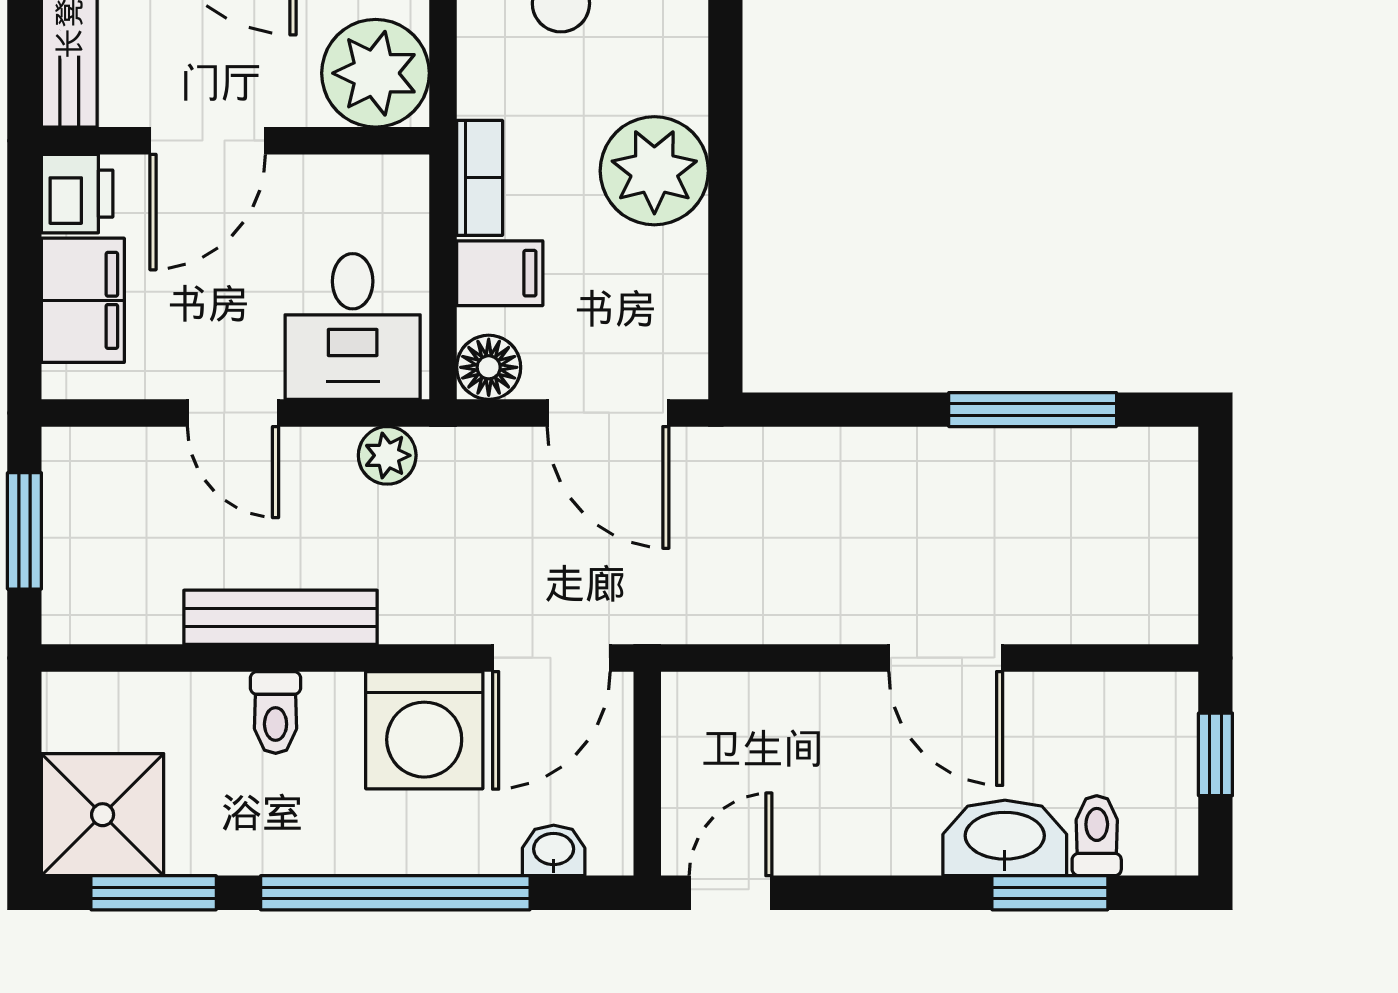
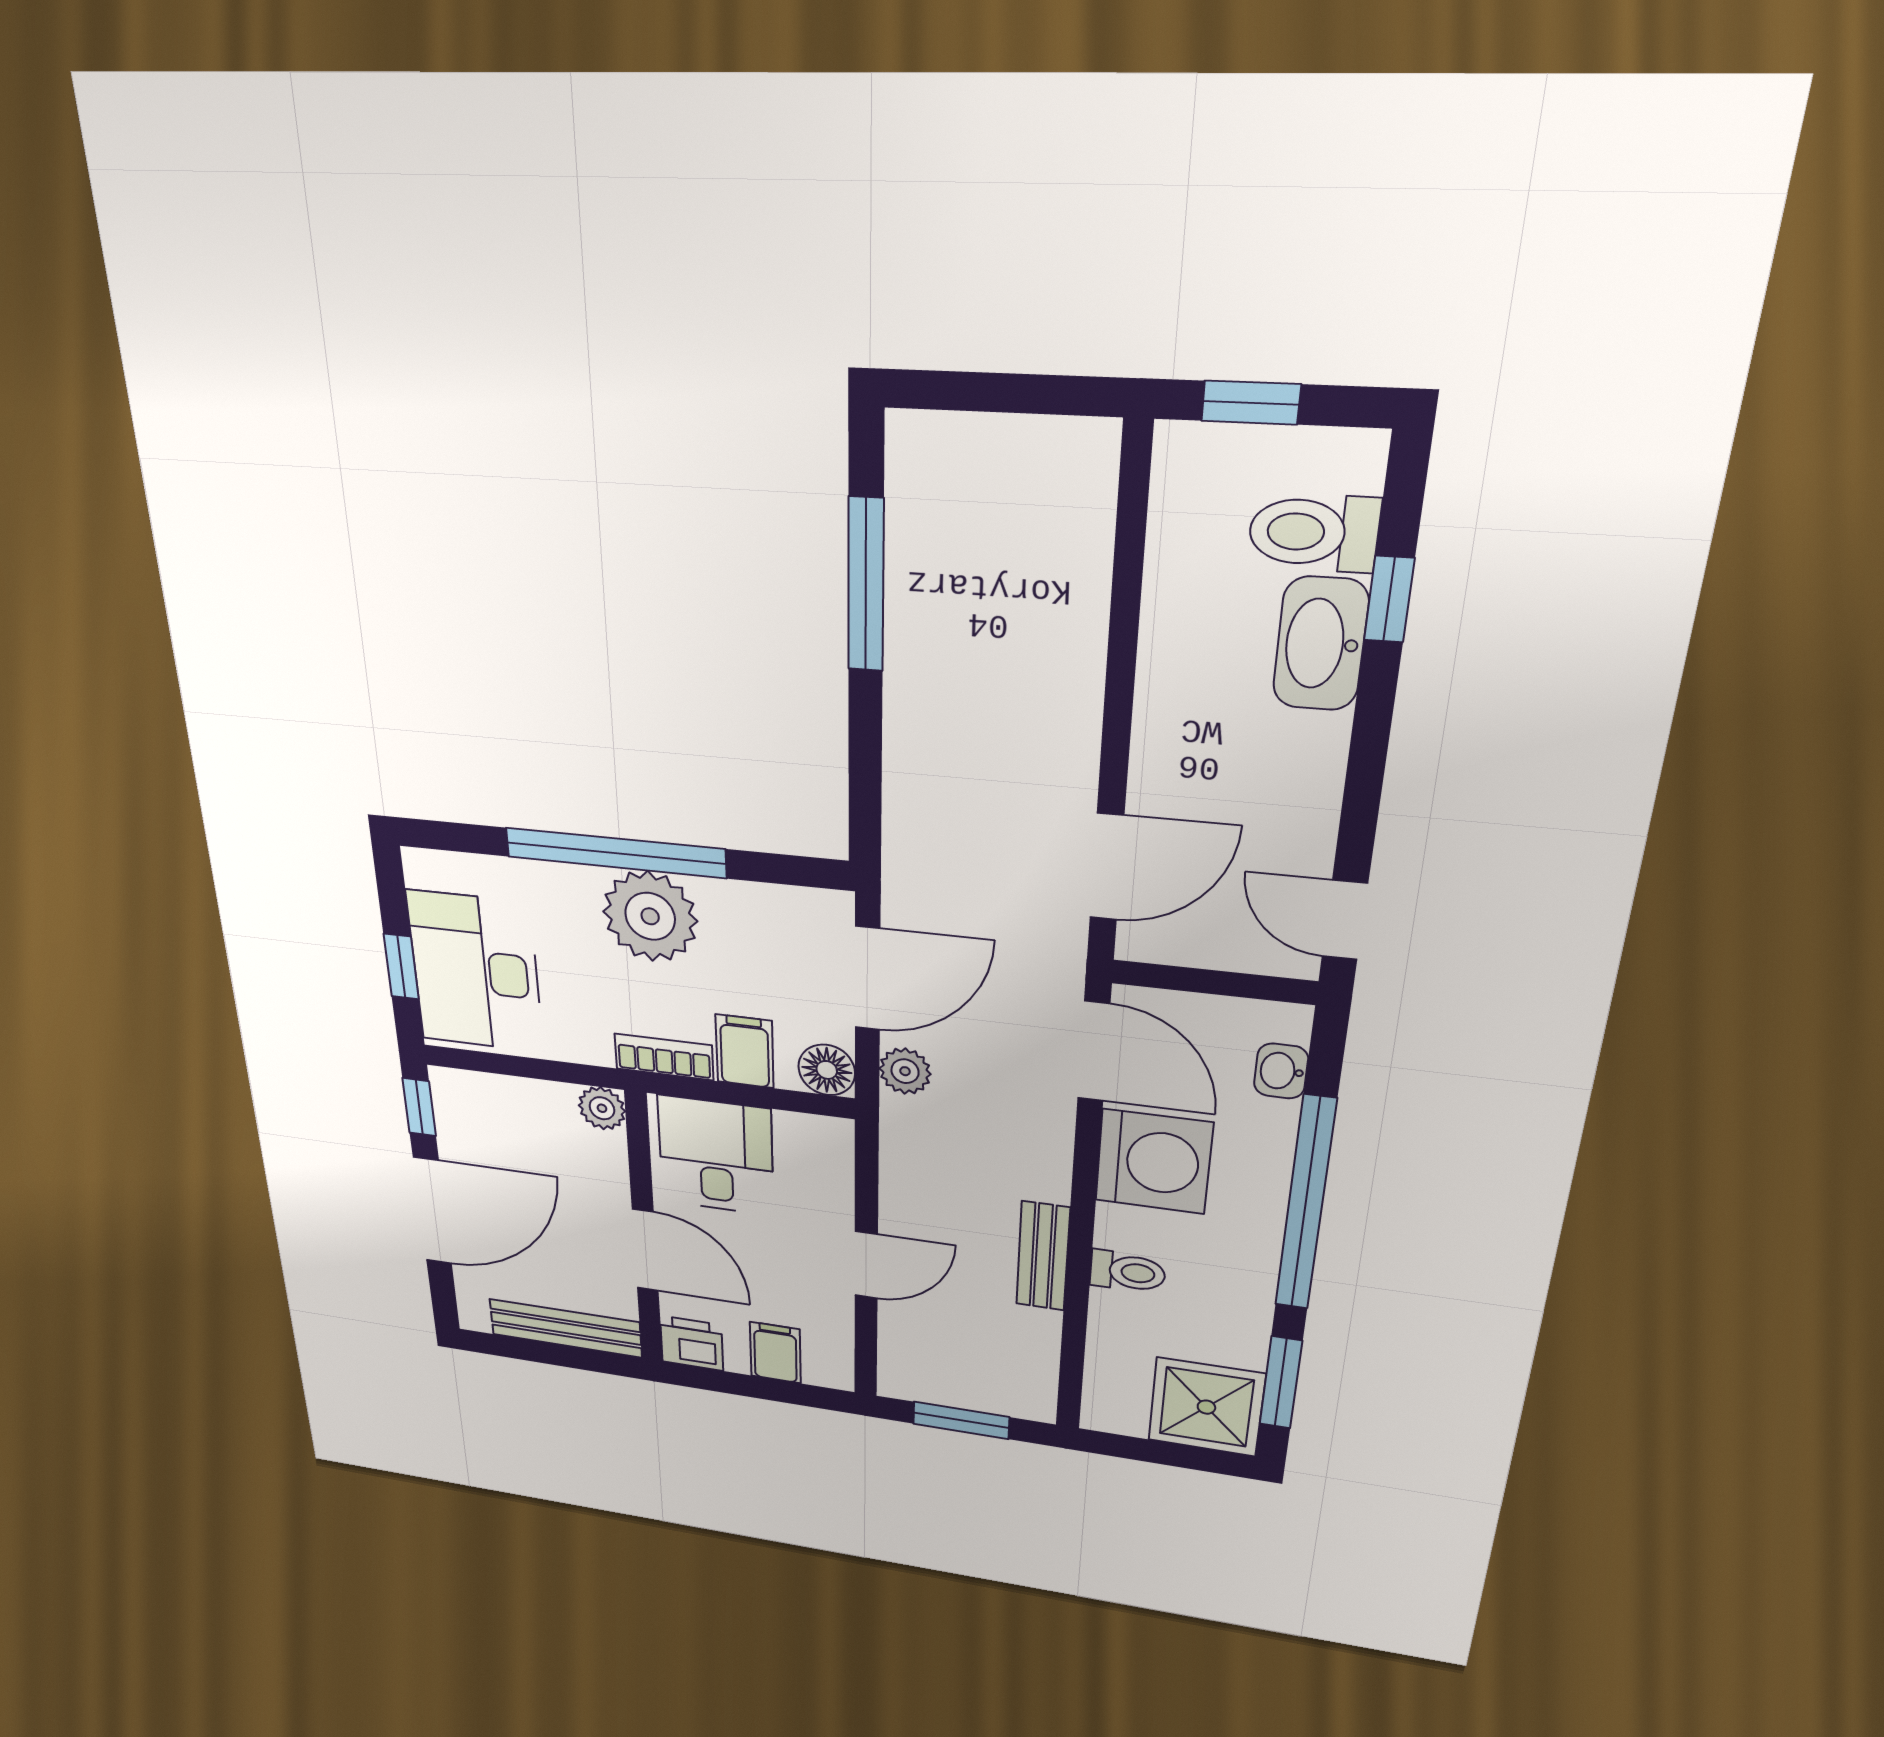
plant: (376, 73) -> (602, 1108), width x0.53, depth x0.53
window: (725, 135) -> (615, 853), added
filing cabinet: (83, 300) -> (775, 1353), width x0.50
desk: (353, 326) -> (716, 1156), moved, turned -90
plant: (387, 455) -> (905, 1071), moved
bench: (281, 617) -> (1043, 1256), width x0.73
door: (946, 658) -> (1107, 867), moved
toilet: (1097, 836) -> (1314, 532), width x1.37, depth x1.39
window: (1050, 893) -> (1389, 599), width x0.67

